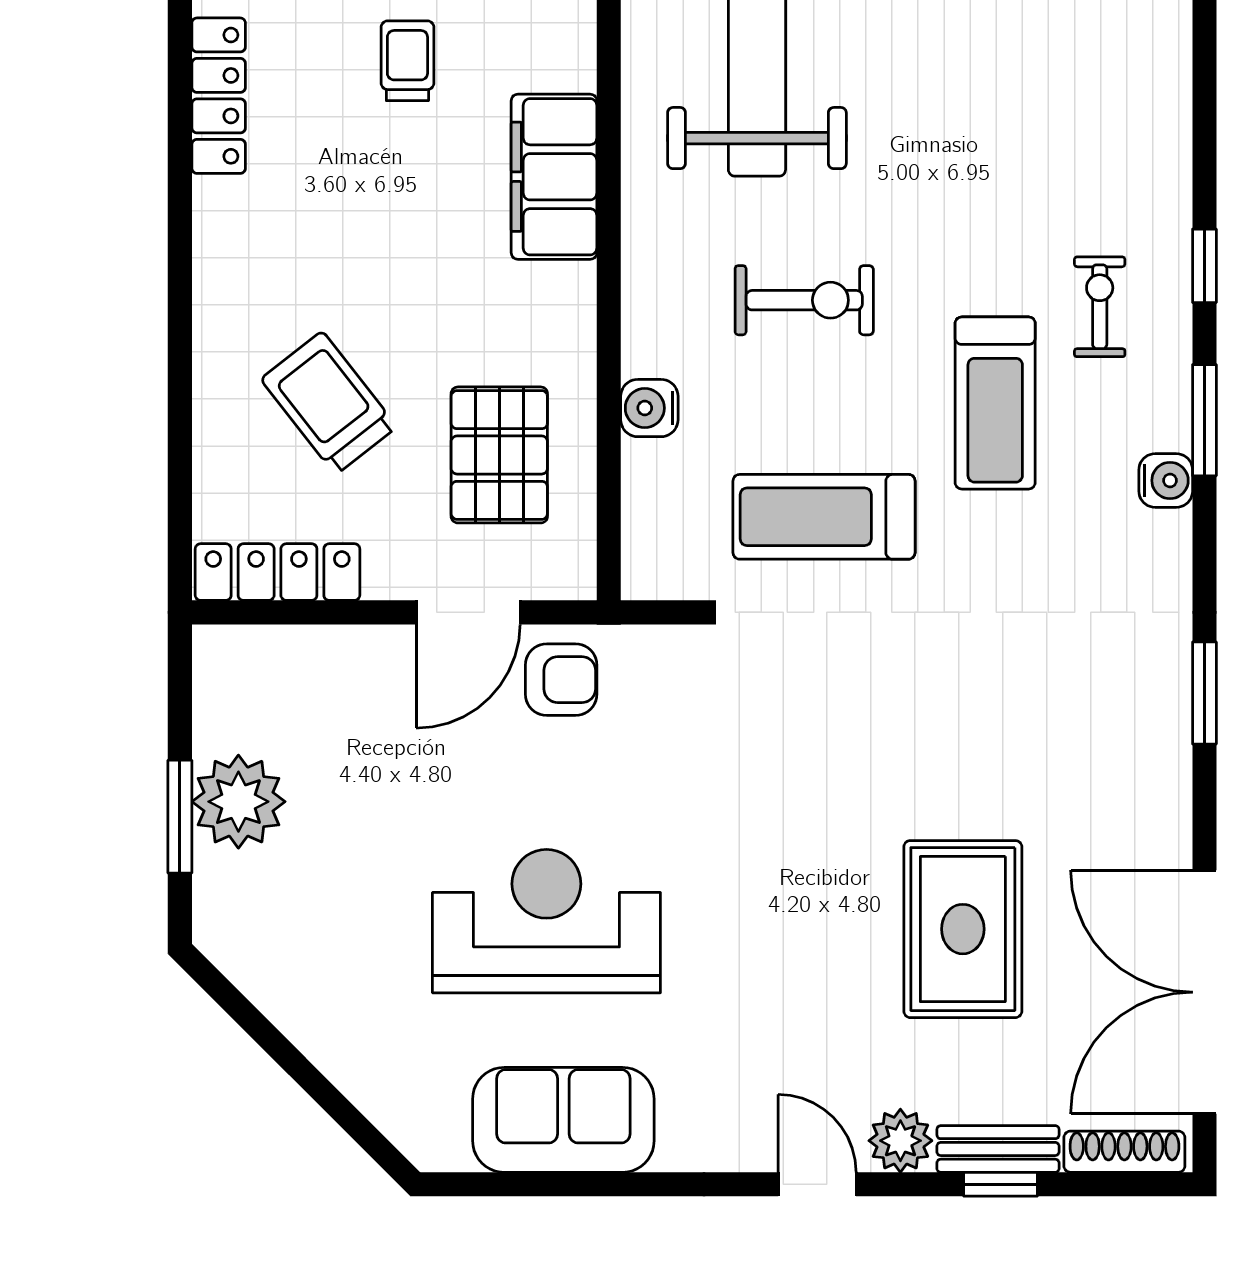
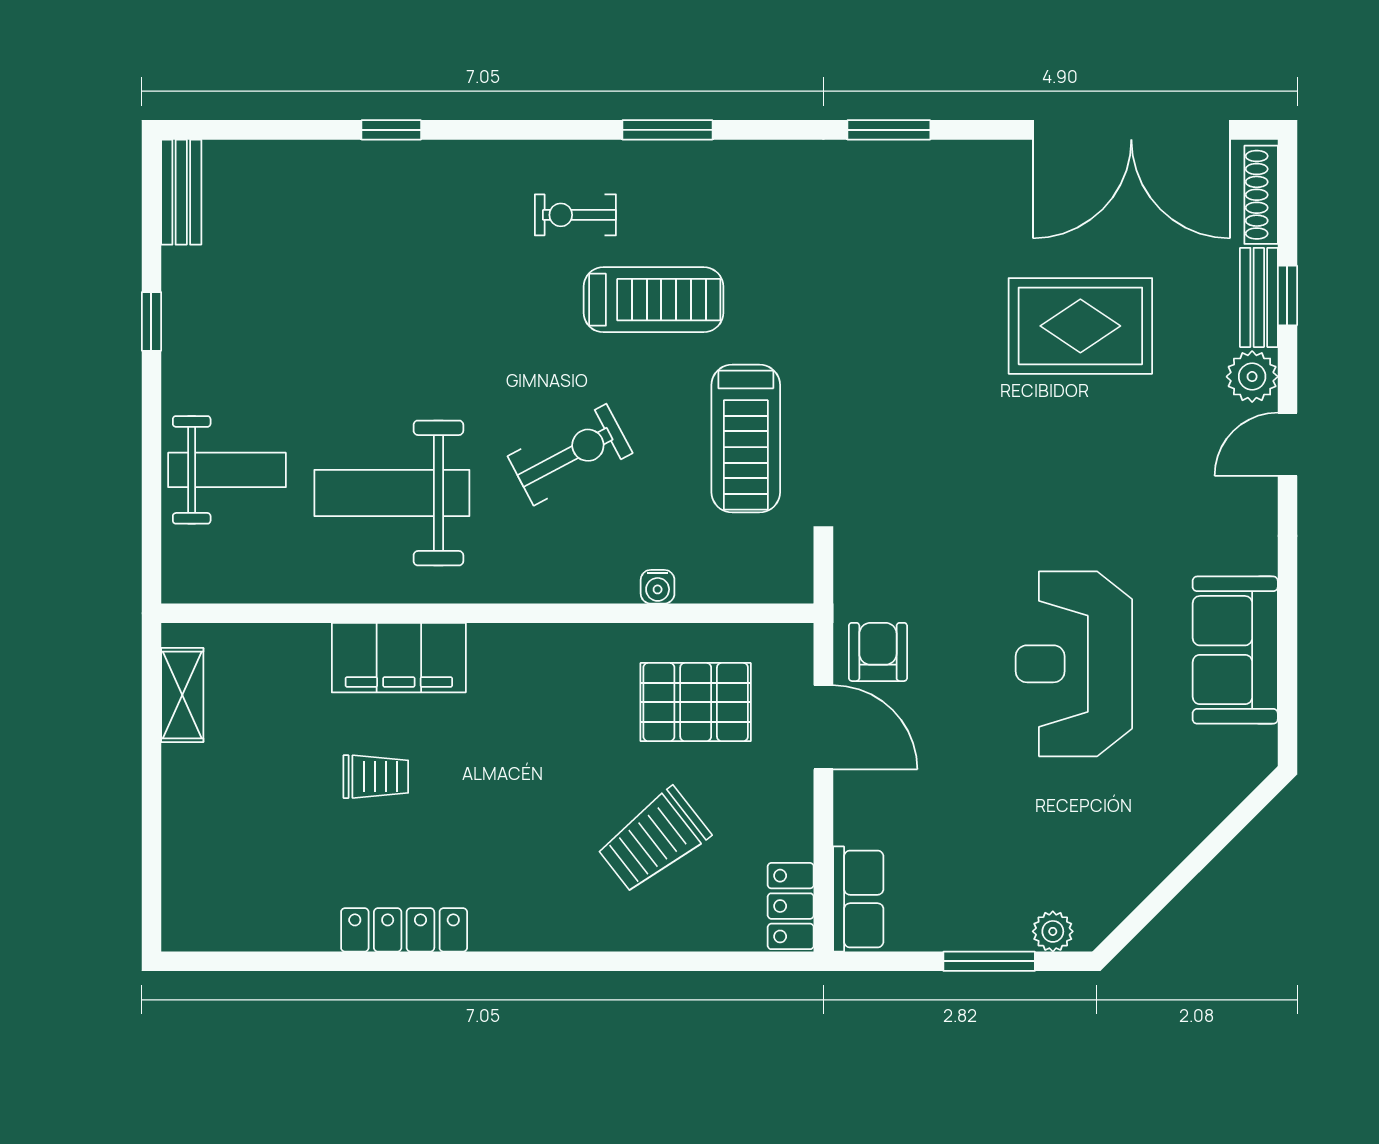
trolley: (407, 61) -> (376, 777), turned 180
filing cabinet: (554, 177) -> (399, 658), moved
window: (1204, 266) -> (391, 130), moved
exercise bike: (804, 300) -> (570, 455), turned 62
water cooler: (649, 408) -> (658, 587), width x0.72, depth x0.72
water cooler: (1166, 480) -> (716, 161), removed
locker: (278, 572) -> (791, 906), width x0.66
row of seats: (257, 655) -> (858, 899), added
plant: (238, 802) -> (1053, 931), moved, width x0.53, depth x0.53

